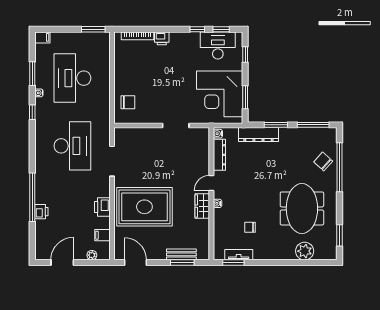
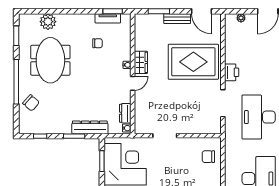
window: (313, 125) -> (40, 136), width x0.46
dresser: (219, 155) -> (125, 113), width x0.70
window: (339, 167) -> (16, 82), moved
printer: (102, 207) -> (232, 72), moved
filing cabinet: (102, 235) -> (231, 36), removed
bench: (181, 254) -> (177, 19), moved

